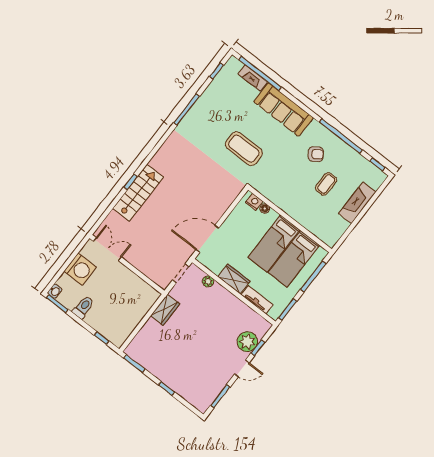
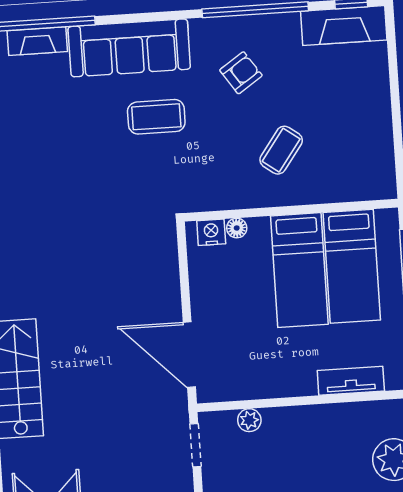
coffee table: (244, 149) -> (156, 117), moved, width x0.73, depth x0.76
coffee table: (326, 184) -> (281, 150), moved, turned 36
fireplace: (357, 203) -> (344, 26), moved, turned -90
door: (207, 239) -> (189, 355), hinge flipped
wardrobe: (234, 279) -> (286, 380), removed

